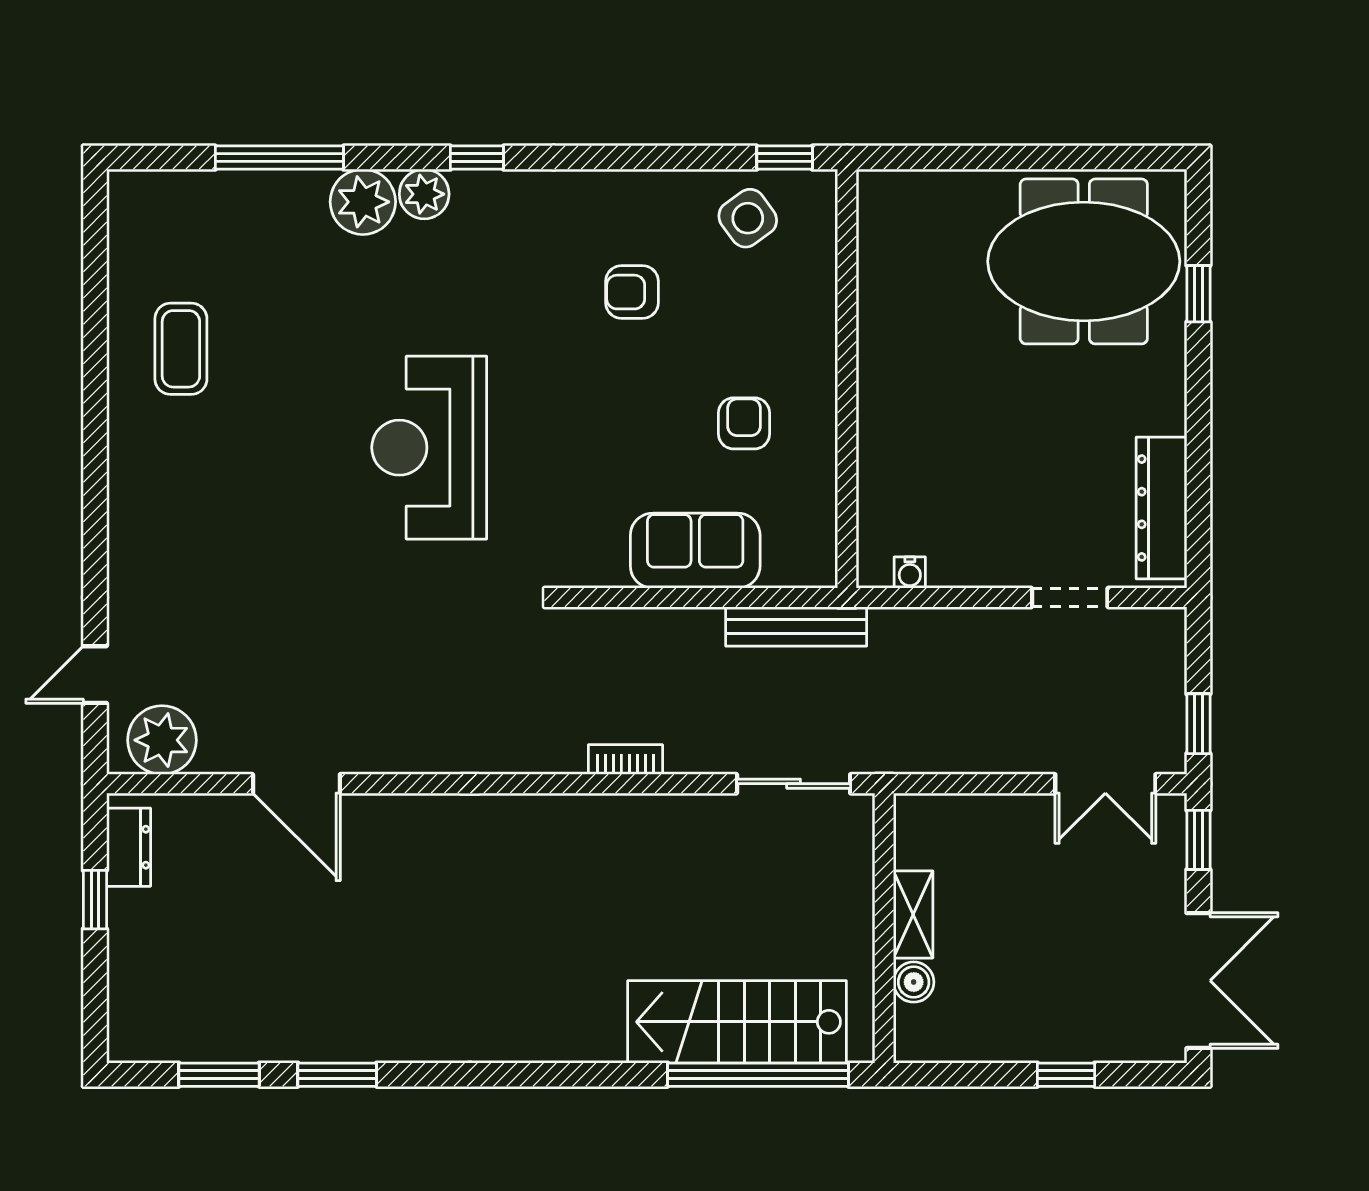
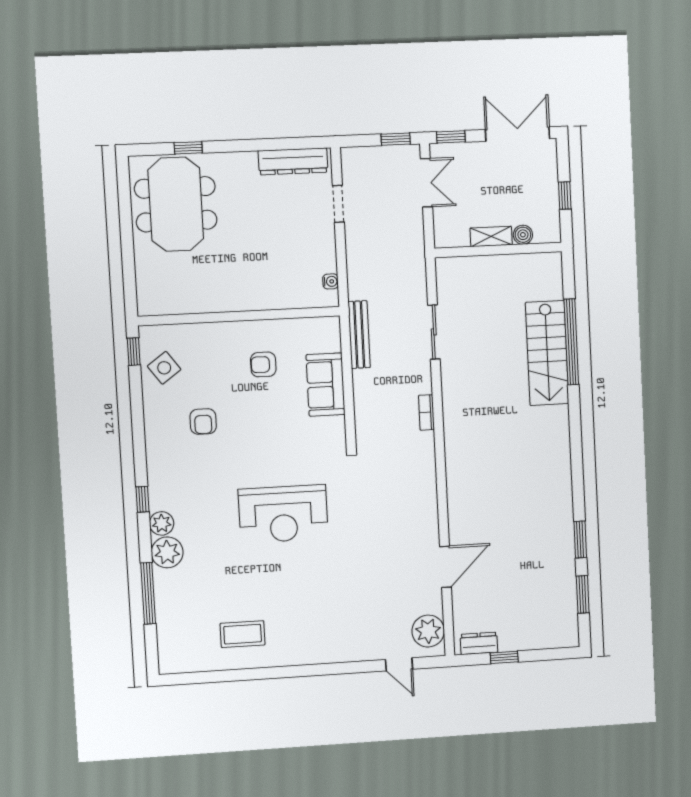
shelving: (913, 914) -> (491, 236), moved
wall: (884, 928) -> (498, 250), moved
boiler: (914, 982) -> (523, 235), moved

